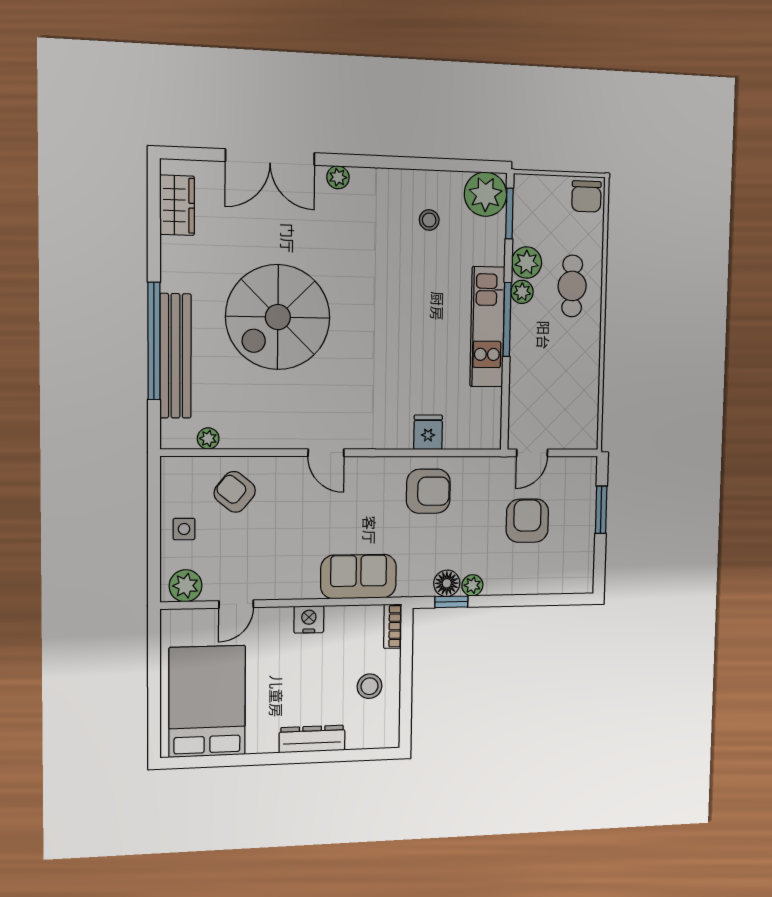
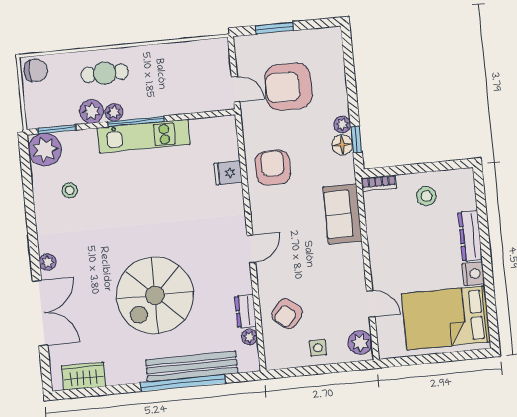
spiral stairs: (278, 317) -> (155, 295), turned 90
dresser: (244, 437) -> (245, 311), added
armchair: (527, 521) -> (288, 87), width x1.36, depth x1.36
nightstand: (309, 619) -> (473, 274), moved, turned 180

